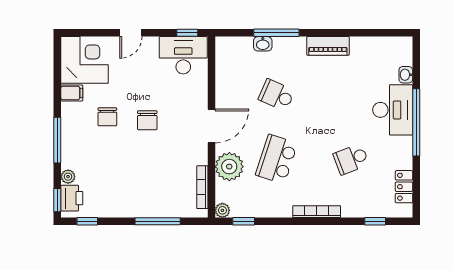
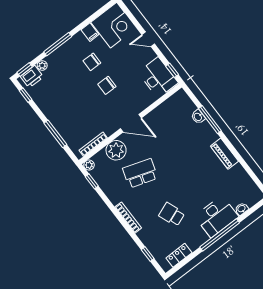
school desk: (277, 95) -> (176, 146), removed

